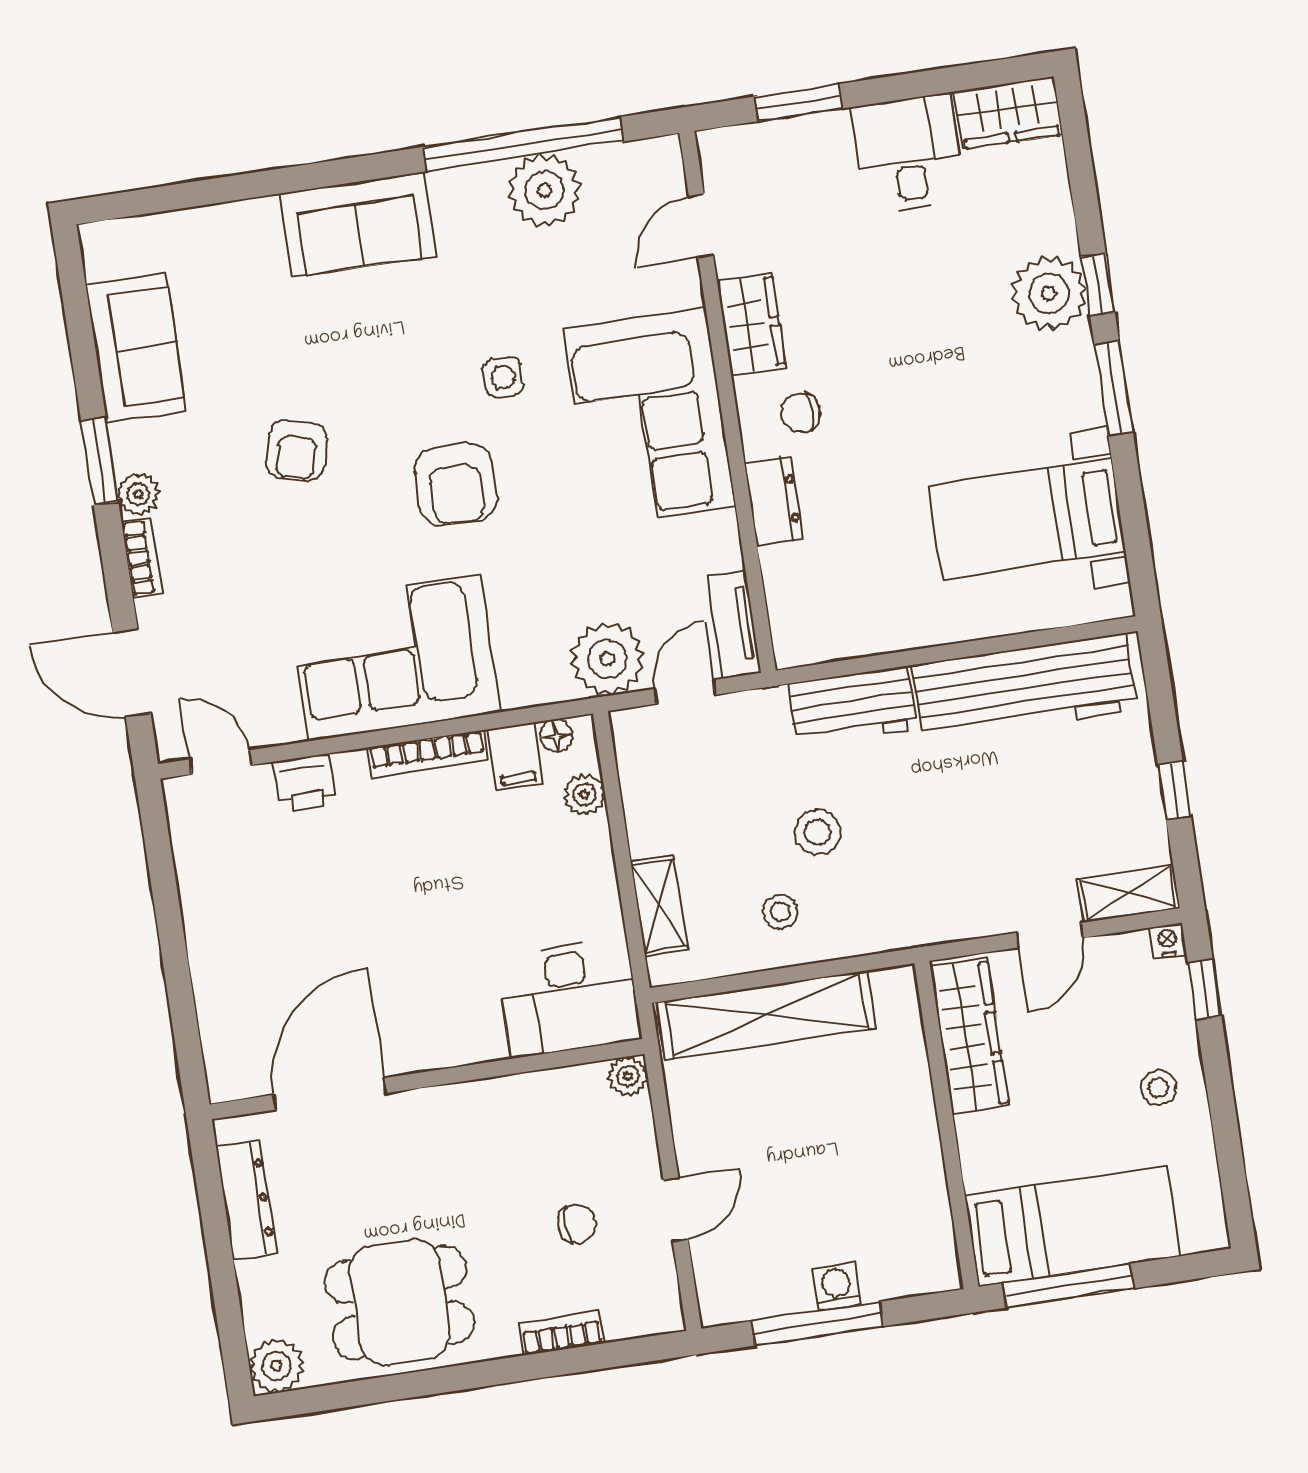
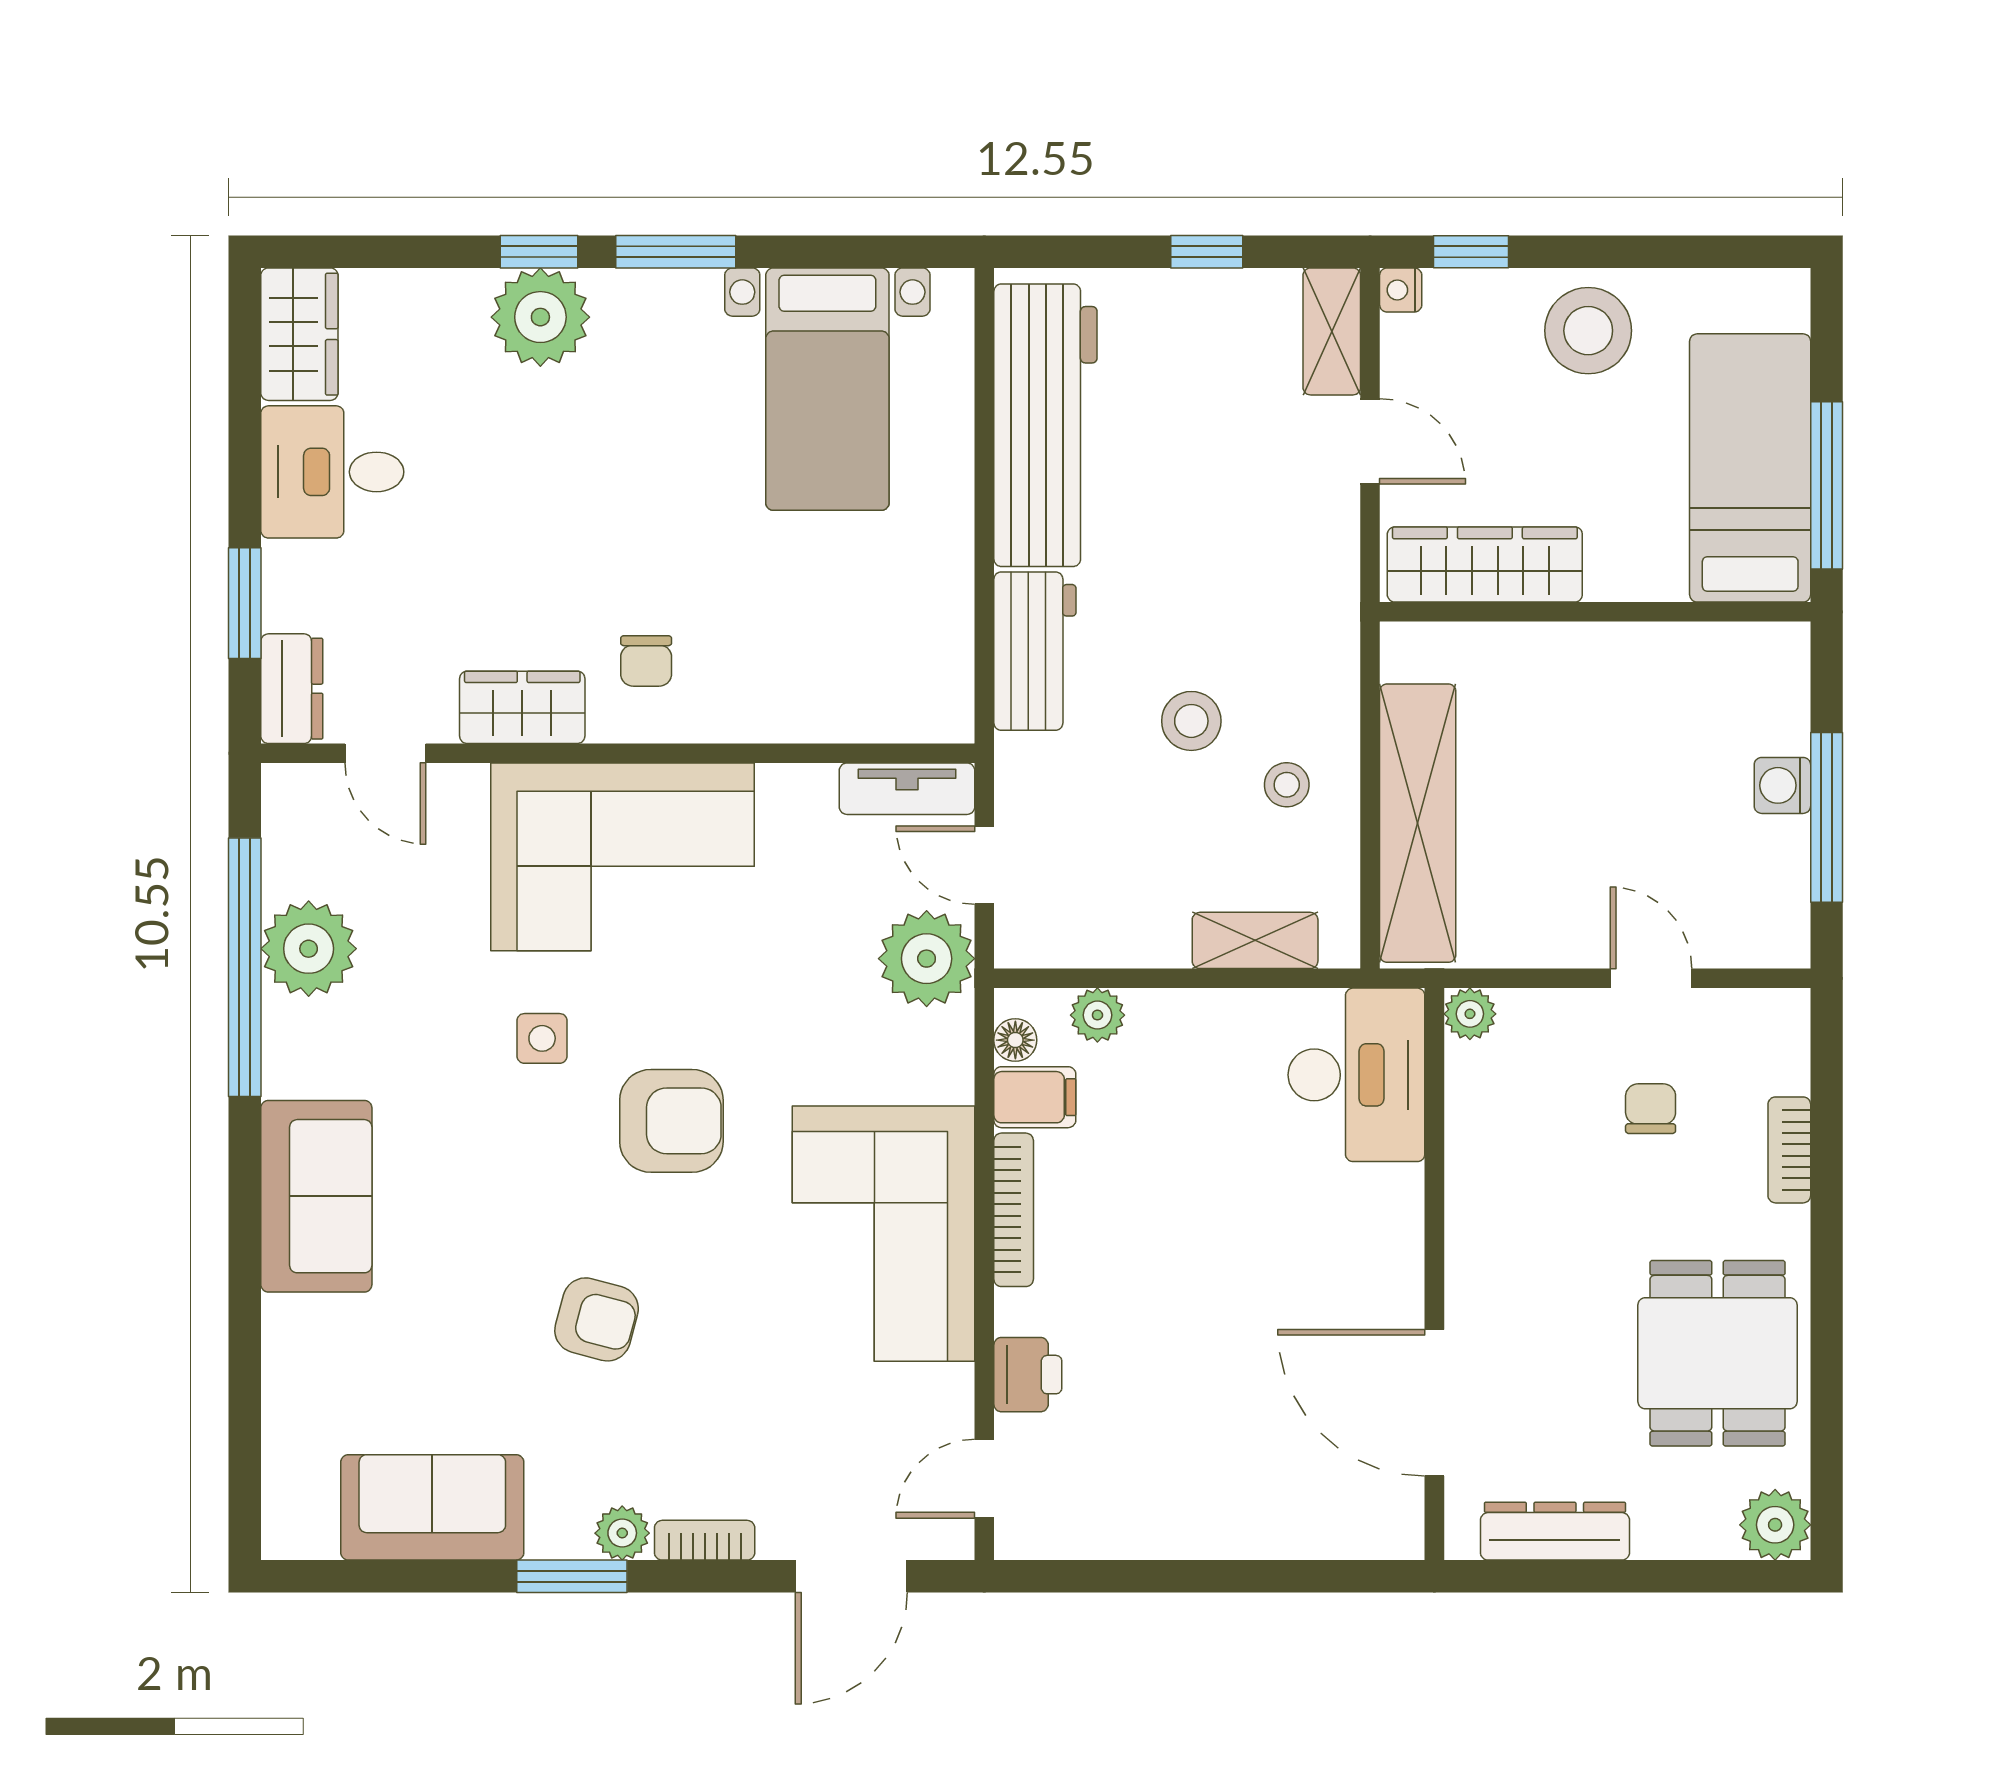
dresser: (774, 501) -> (292, 689), moved, turned 90
stool: (1158, 1088) -> (1588, 331), width x1.89, depth x1.89

